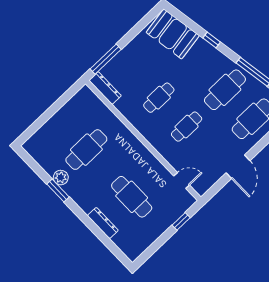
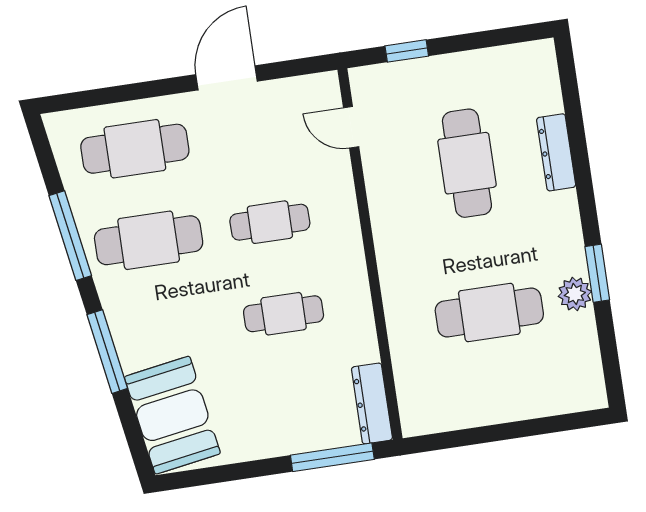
window: (212, 40) -> (107, 352), width x2.17

